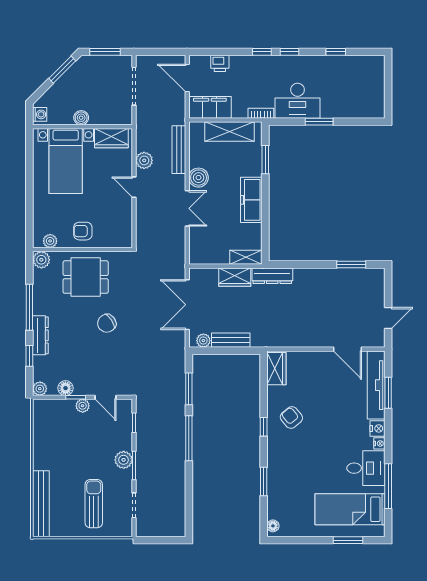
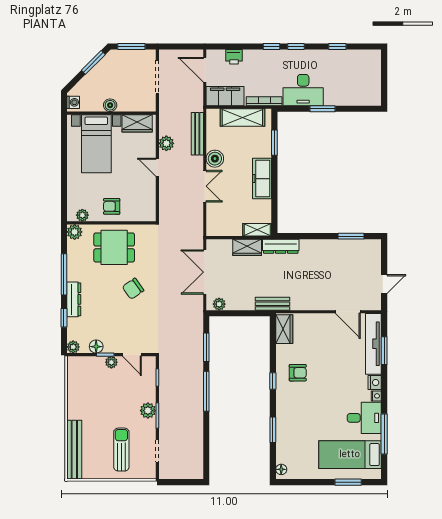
bookcase: (261, 113) -> (264, 101), width x1.56
bench: (231, 340) -> (273, 304), moved
armchair: (291, 417) -> (298, 373), turned 130

